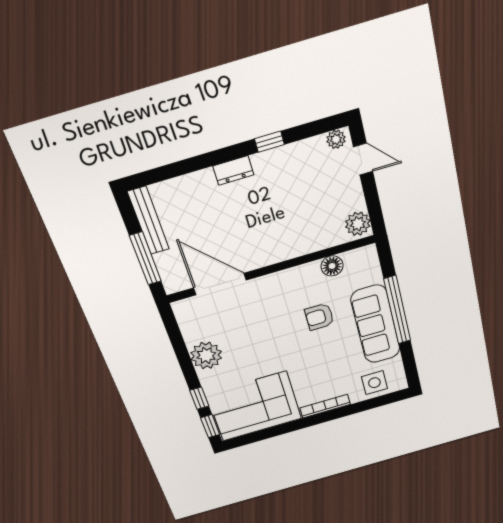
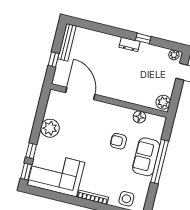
dresser: (233, 170) -> (130, 44), moved
window: (145, 259) -> (54, 60), width x0.46
sofa: (376, 324) -> (146, 157), width x0.73

